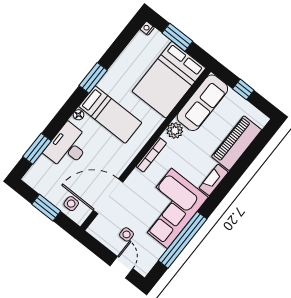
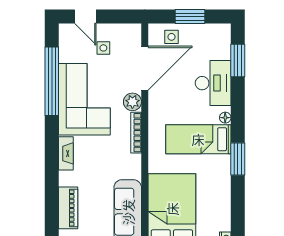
plant: (175, 131) -> (132, 102), moved
piano: (237, 143) -> (68, 208), width x0.73, depth x0.75

